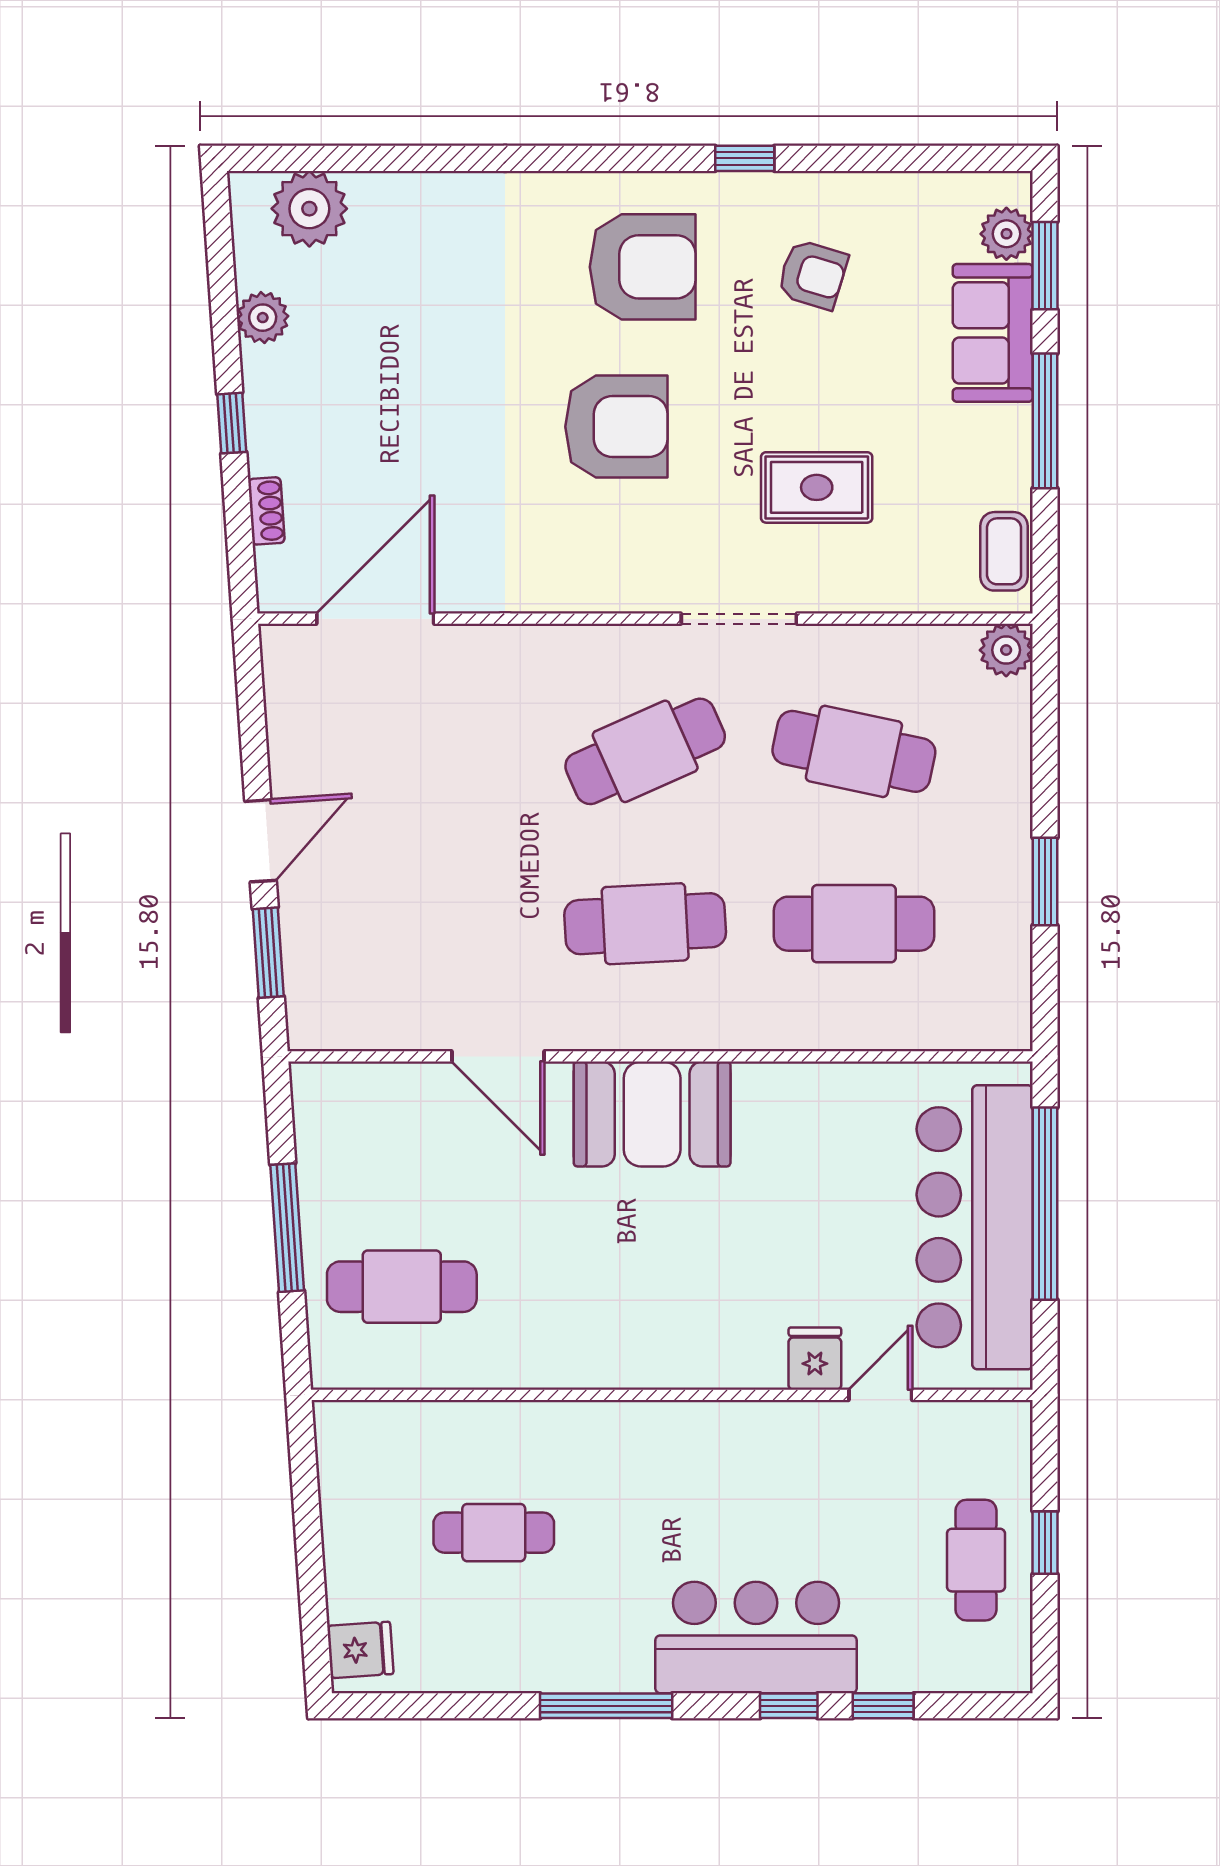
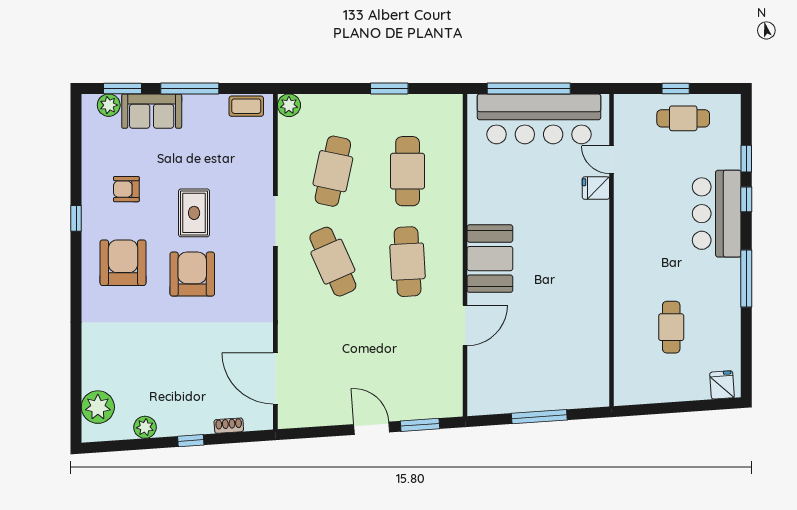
armchair: (813, 275) -> (126, 189), turned -107
rug: (817, 487) -> (194, 213), moved
cafe table: (402, 1287) -> (565, 367), removed

